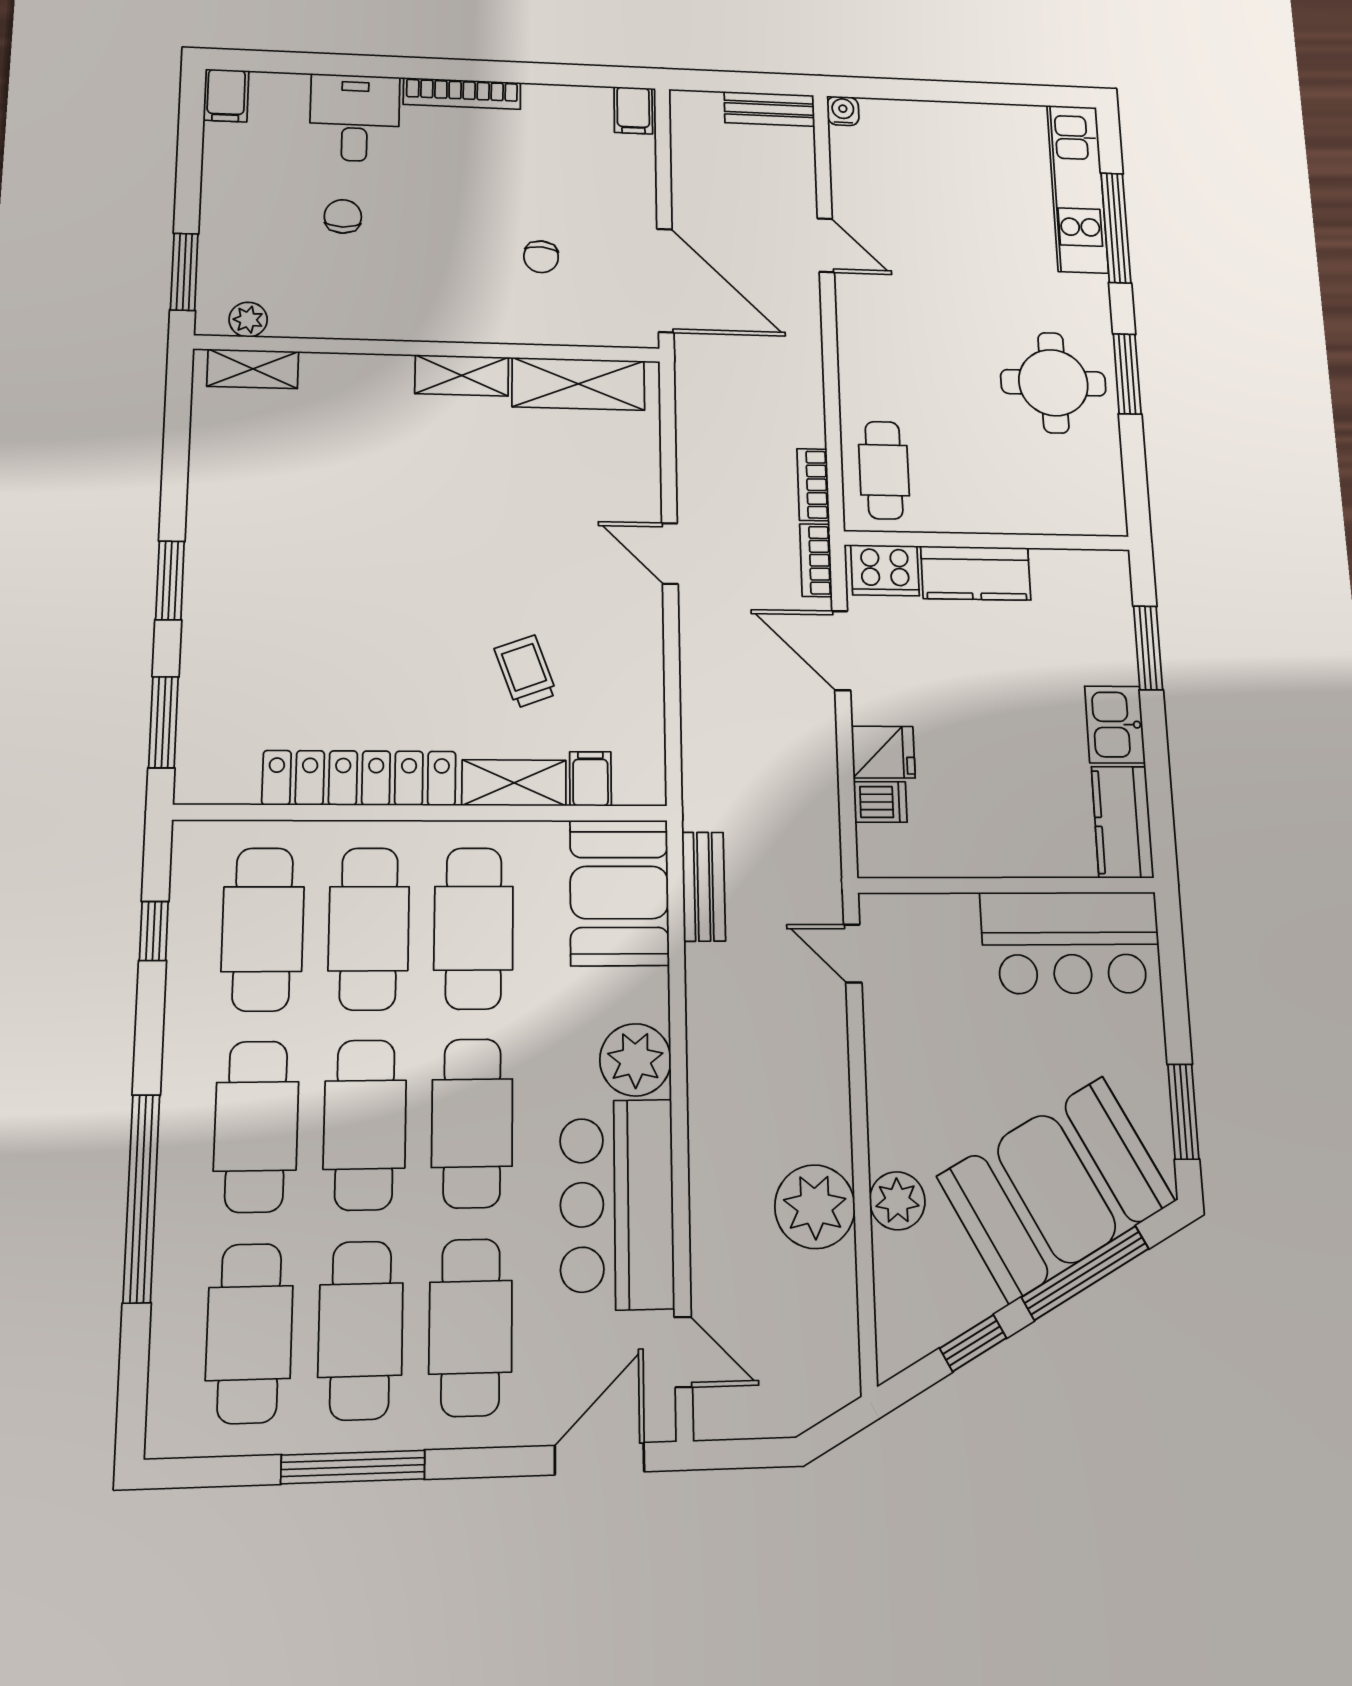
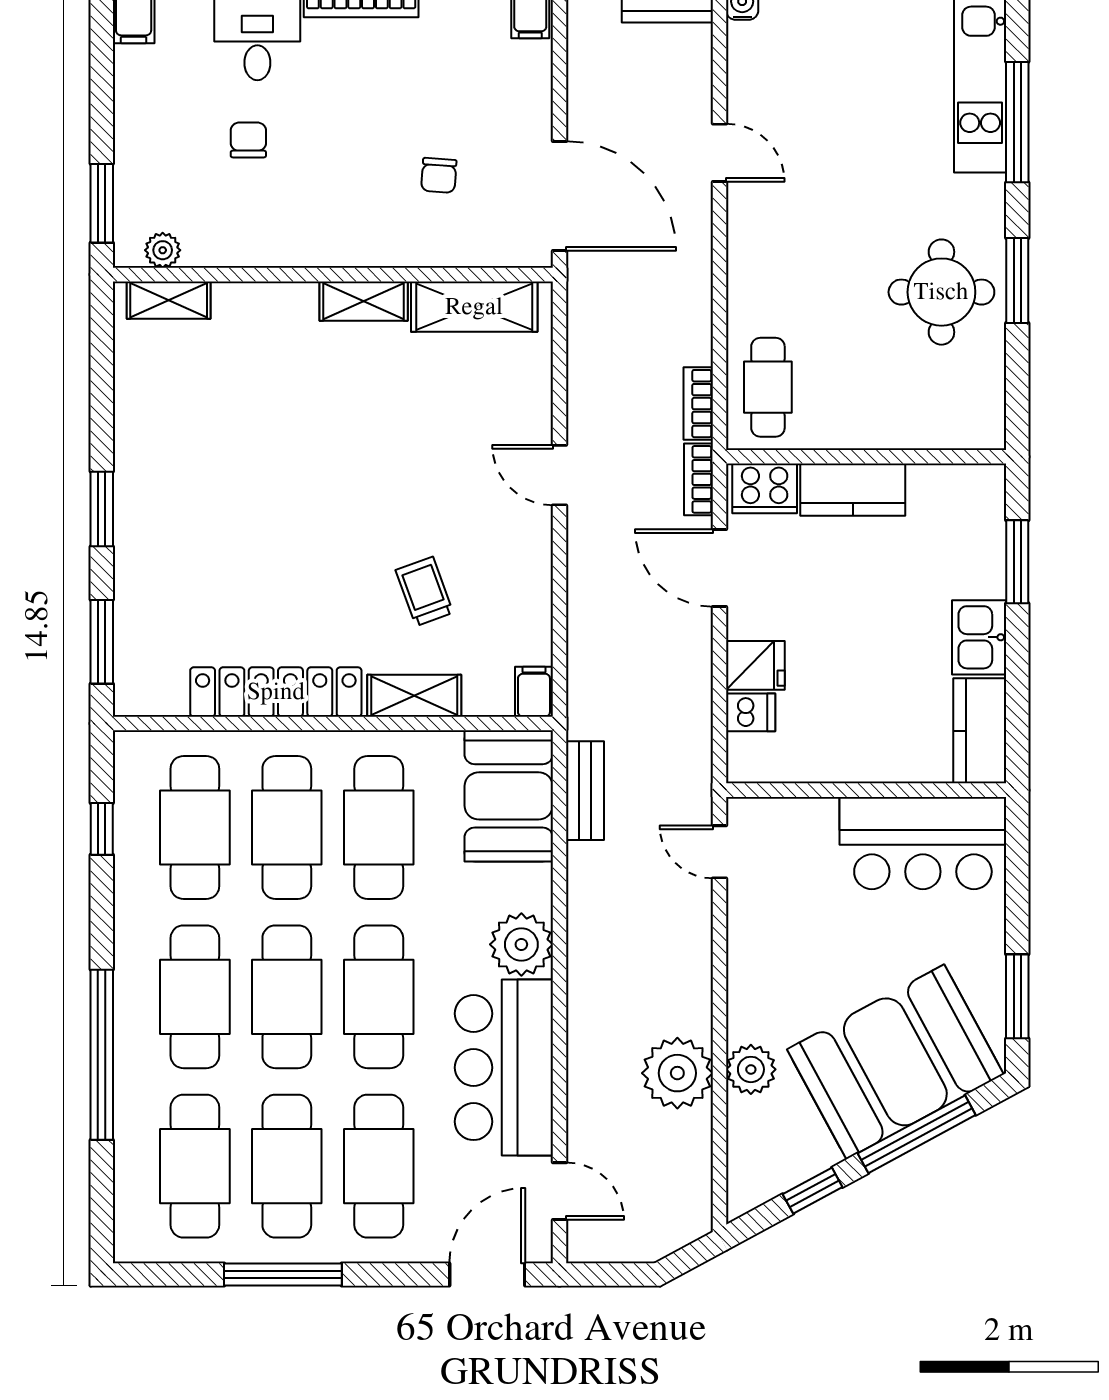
filing cabinet: (591, 779) -> (534, 692), moved

